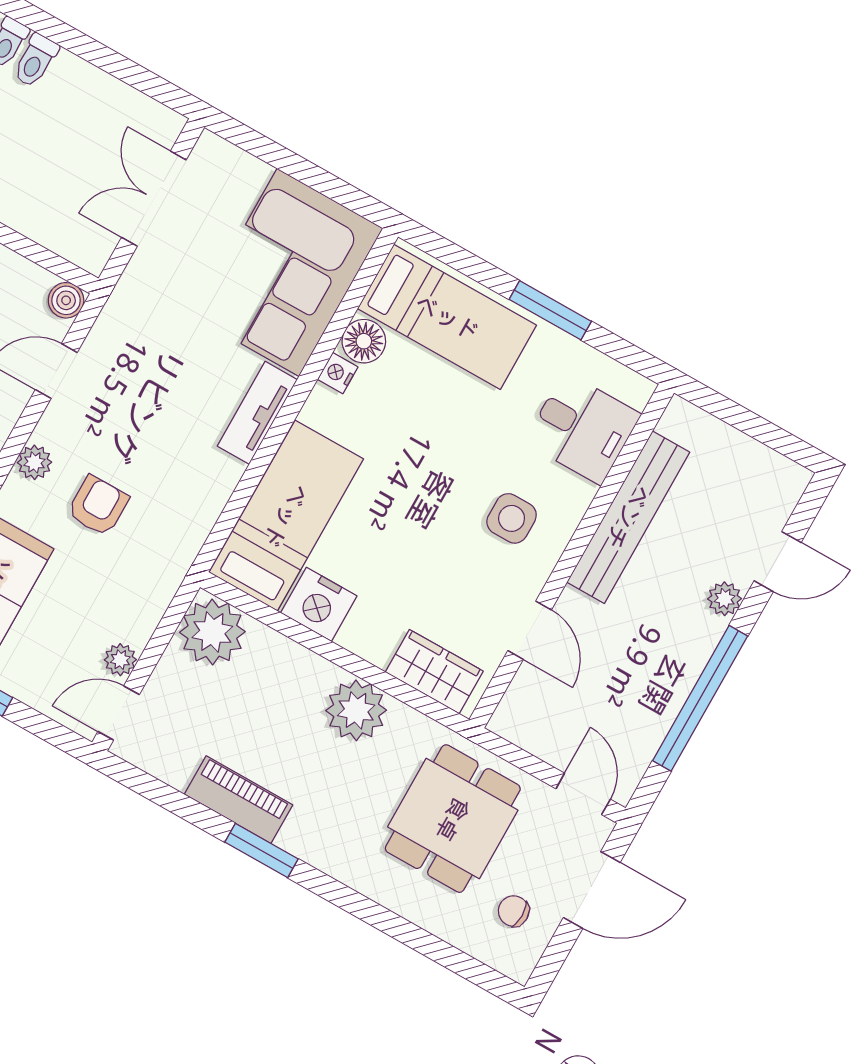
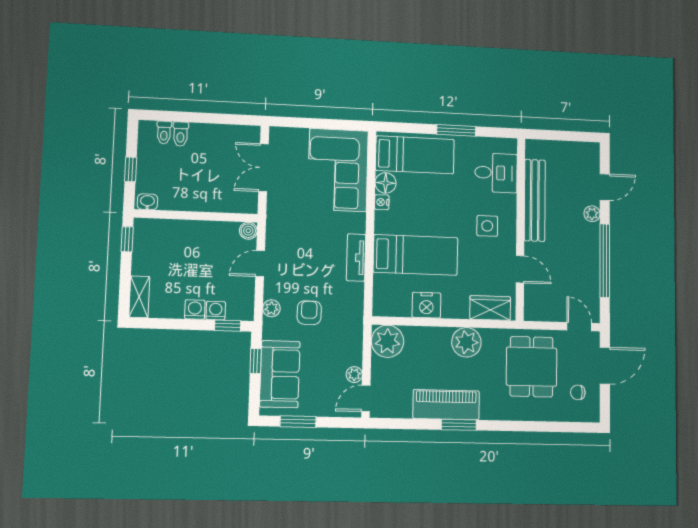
tv unit: (257, 413) -> (356, 258), moved
bed: (286, 516) -> (416, 255), moved, turned 90
piano: (238, 800) -> (446, 405), width x1.37, depth x1.33

